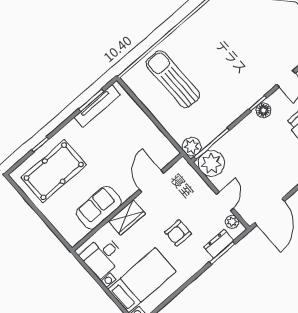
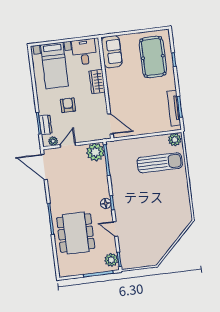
plant: (192, 147) -> (175, 140), moved
door: (151, 181) -> (110, 124), moved
door: (225, 201) -> (68, 145), swing flipped
sofa: (99, 208) -> (112, 52), moved

